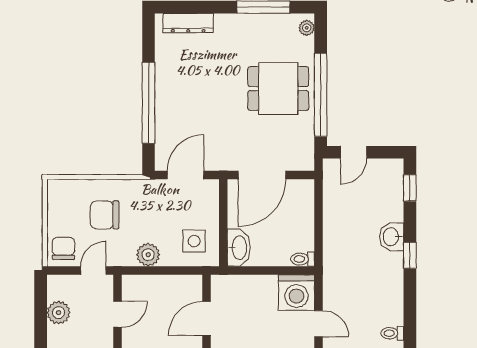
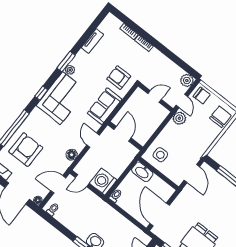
door: (262, 175) -> (160, 215), moved
chair: (105, 215) -> (220, 117), moved
plant: (148, 255) -> (179, 118), moved
plant: (59, 313) -> (187, 80), moved
door: (117, 314) -> (155, 97), swing flipped

